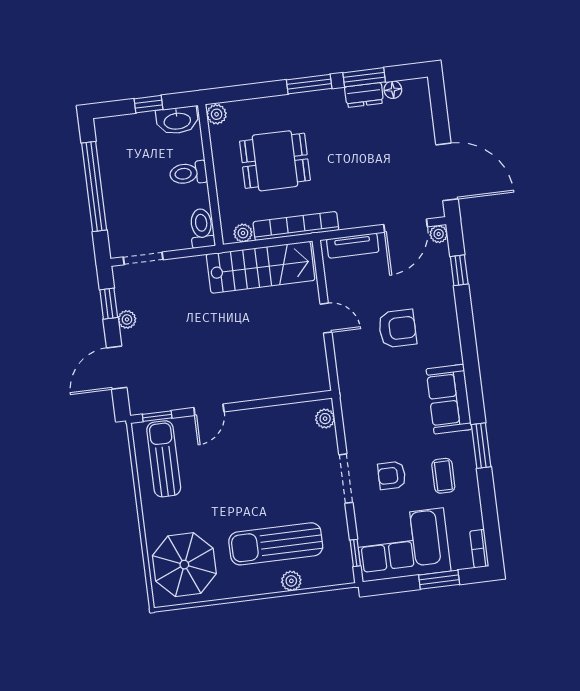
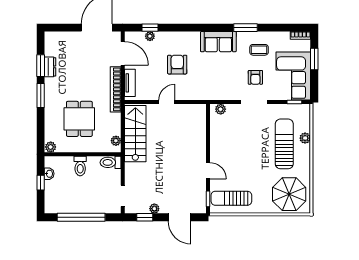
floor lamp: (393, 90) -> (49, 51), removed
washbasin: (177, 120) -> (49, 174), width x0.52, depth x0.69
bookcase: (296, 226) -> (116, 89), moved
plant: (439, 234) -> (150, 36), moved
sun lounger: (276, 544) -> (284, 144), turned 180

